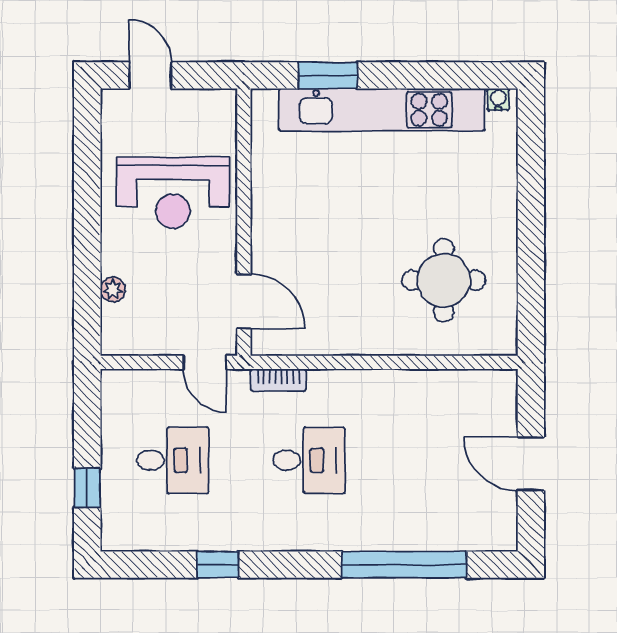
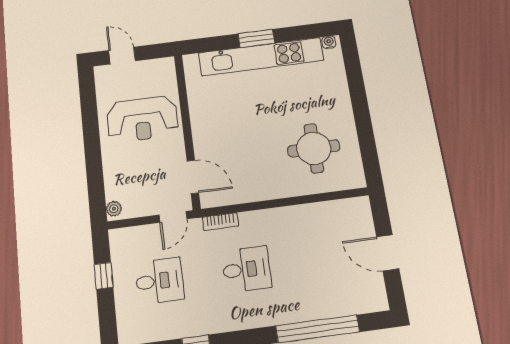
window: (328, 75) -> (256, 38), moved
plant: (113, 290) -> (114, 209), moved
door: (205, 362) -> (173, 217), hinge flipped
window: (87, 488) -> (104, 276), moved

